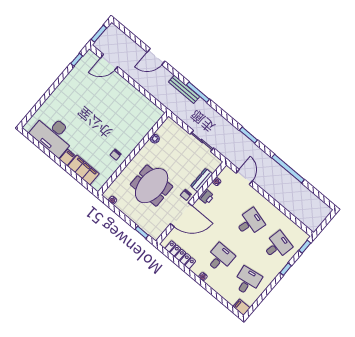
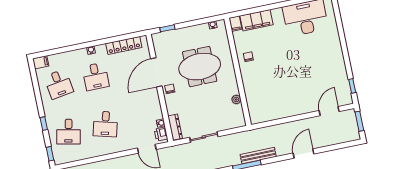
filing cabinet: (67, 157) -> (235, 24), moved
dresser: (202, 180) -> (175, 127), moved
meeting table: (152, 186) -> (200, 67), turned 90
printer: (206, 197) -> (161, 134), moved

